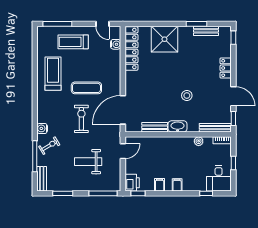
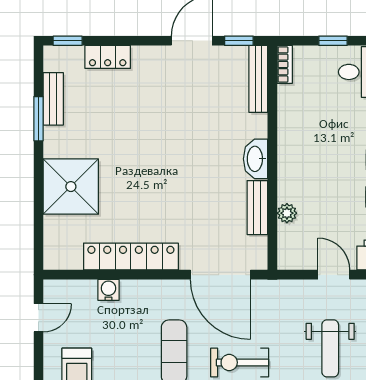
water cooler: (116, 44) -> (108, 290), moved
locker: (131, 49) -> (131, 257), moved
locker: (226, 68) -> (108, 57), moved
stool: (187, 95) -> (190, 139), removed
plant: (199, 141) -> (287, 213), moved
door: (123, 151) -> (334, 275), moved

